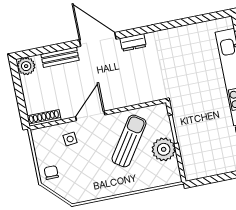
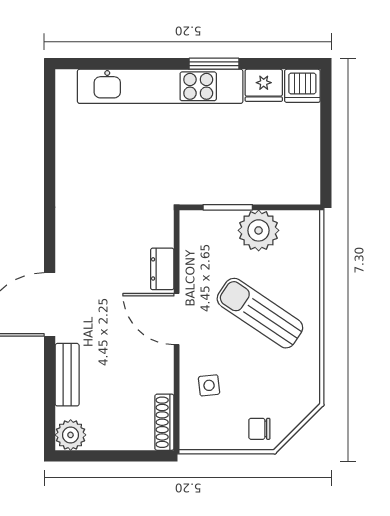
dresser: (133, 42) -> (162, 269), moved, turned 180
door: (90, 116) -> (177, 319), moved
sun lounger: (129, 141) -> (260, 313), moved

